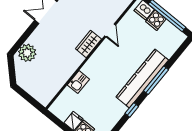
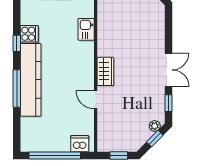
cooker: (156, 20) -> (29, 34), moved, turned 90
plant: (27, 53) -> (154, 18), removed

